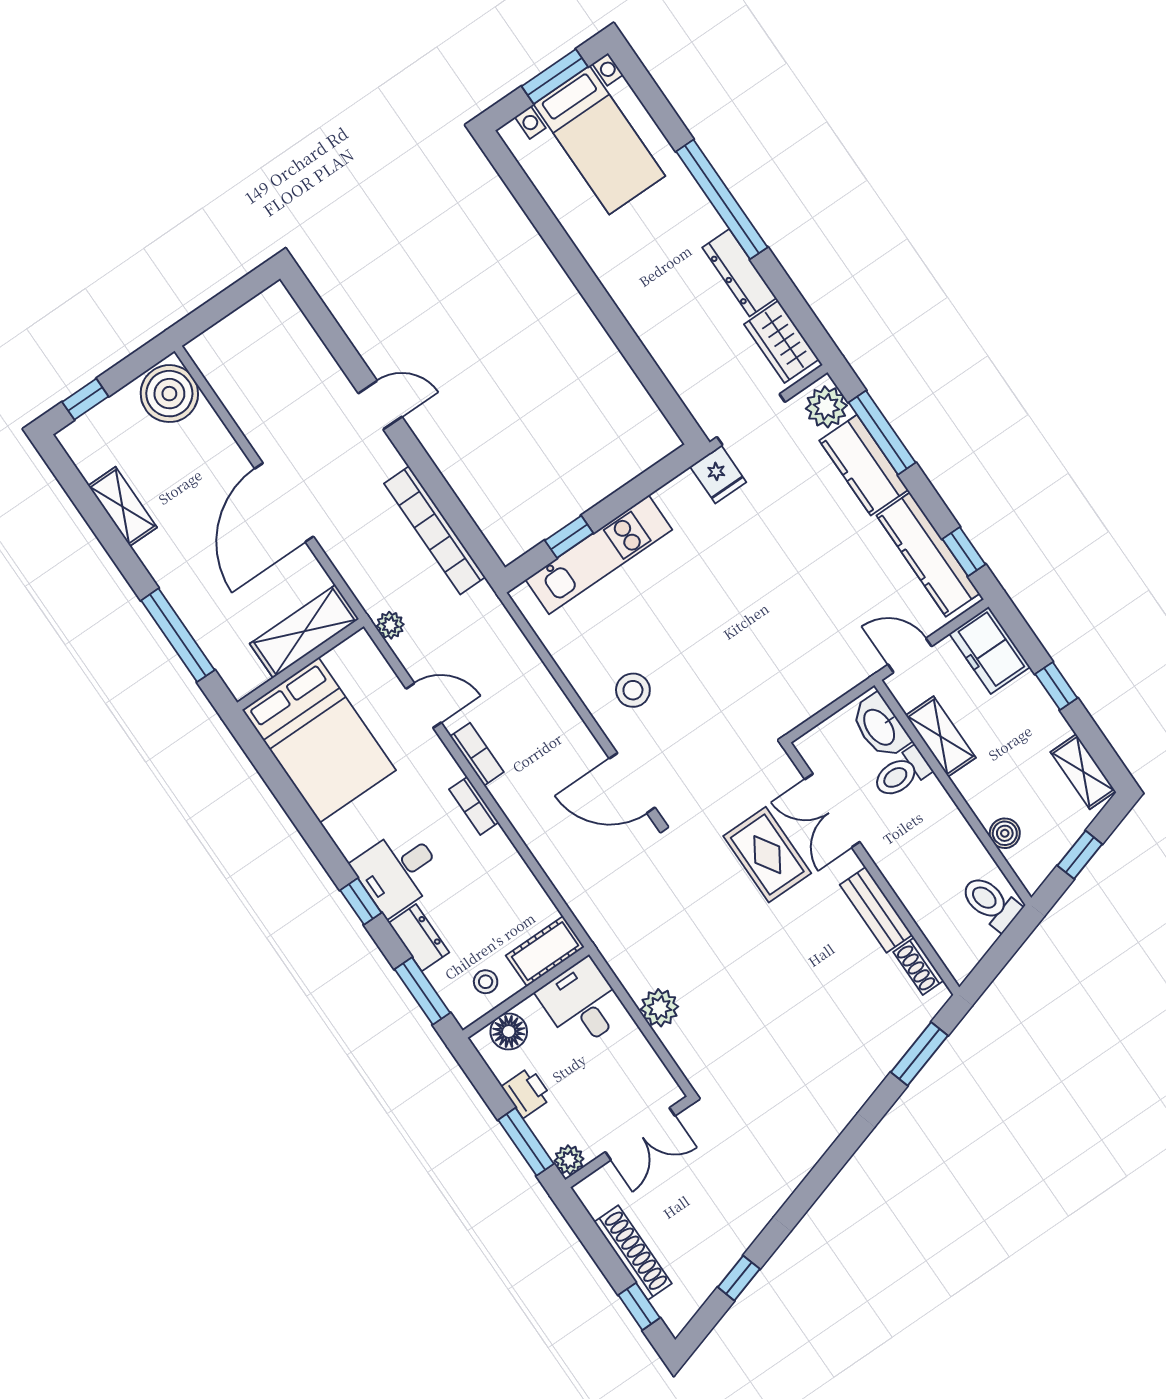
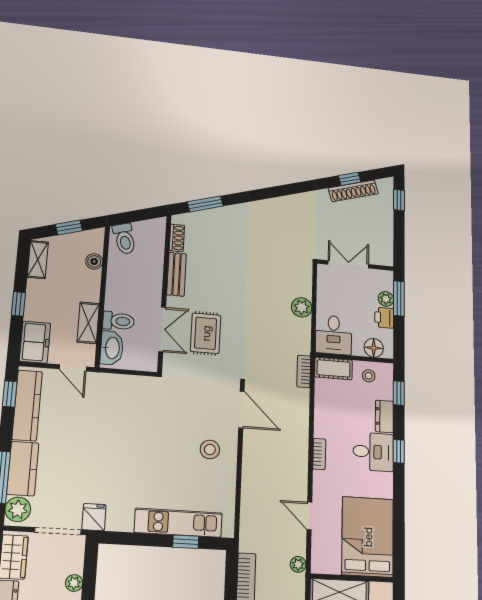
plant: (676, 369) -> (74, 583), added
bookcase: (477, 754) -> (304, 371), moved
window: (422, 991) -> (399, 393), width x0.67
plant: (569, 1160) -> (386, 299), moved
shoe rack: (633, 1253) -> (353, 191), moved, turned -107

